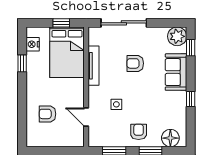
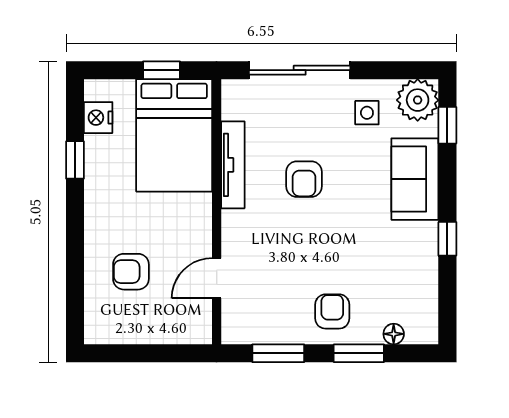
armchair: (135, 63) -> (304, 179), moved, turned -90
side table: (116, 104) -> (367, 113), moved
door: (86, 117) -> (217, 278), hinge flipped
floor lamp: (170, 138) -> (394, 334), width x0.53, depth x0.53

